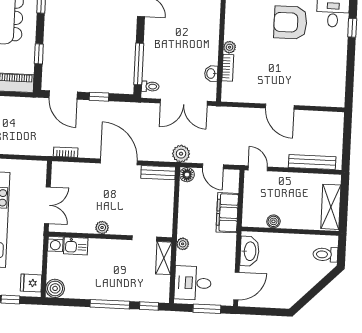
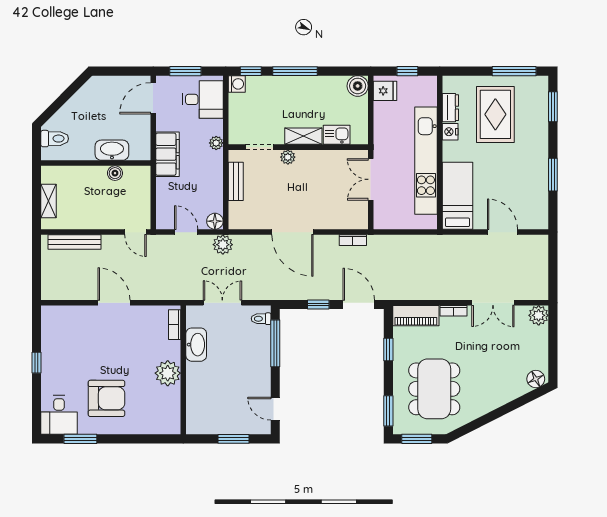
window: (352, 28) -> (37, 363), moved
plant: (230, 47) -> (168, 373), width x1.88, depth x1.88
bookcase: (228, 68) -> (175, 325), moved
washbasin: (211, 74) -> (196, 345), width x1.91, depth x1.45
double door: (184, 102) -> (222, 303), width x0.73
bench: (158, 173) -> (236, 181), moved, turned 90
shelving: (331, 207) -> (48, 201), width x0.67, depth x0.75
filing cabinet: (227, 213) -> (167, 154), moved
plant: (102, 228) -> (288, 157), moved
washing machine: (55, 244) -> (237, 84), moved, turned 90
washbasin: (250, 251) -> (112, 150), moved, turned 90
shelving: (164, 258) -> (303, 136), moved, turned 90

